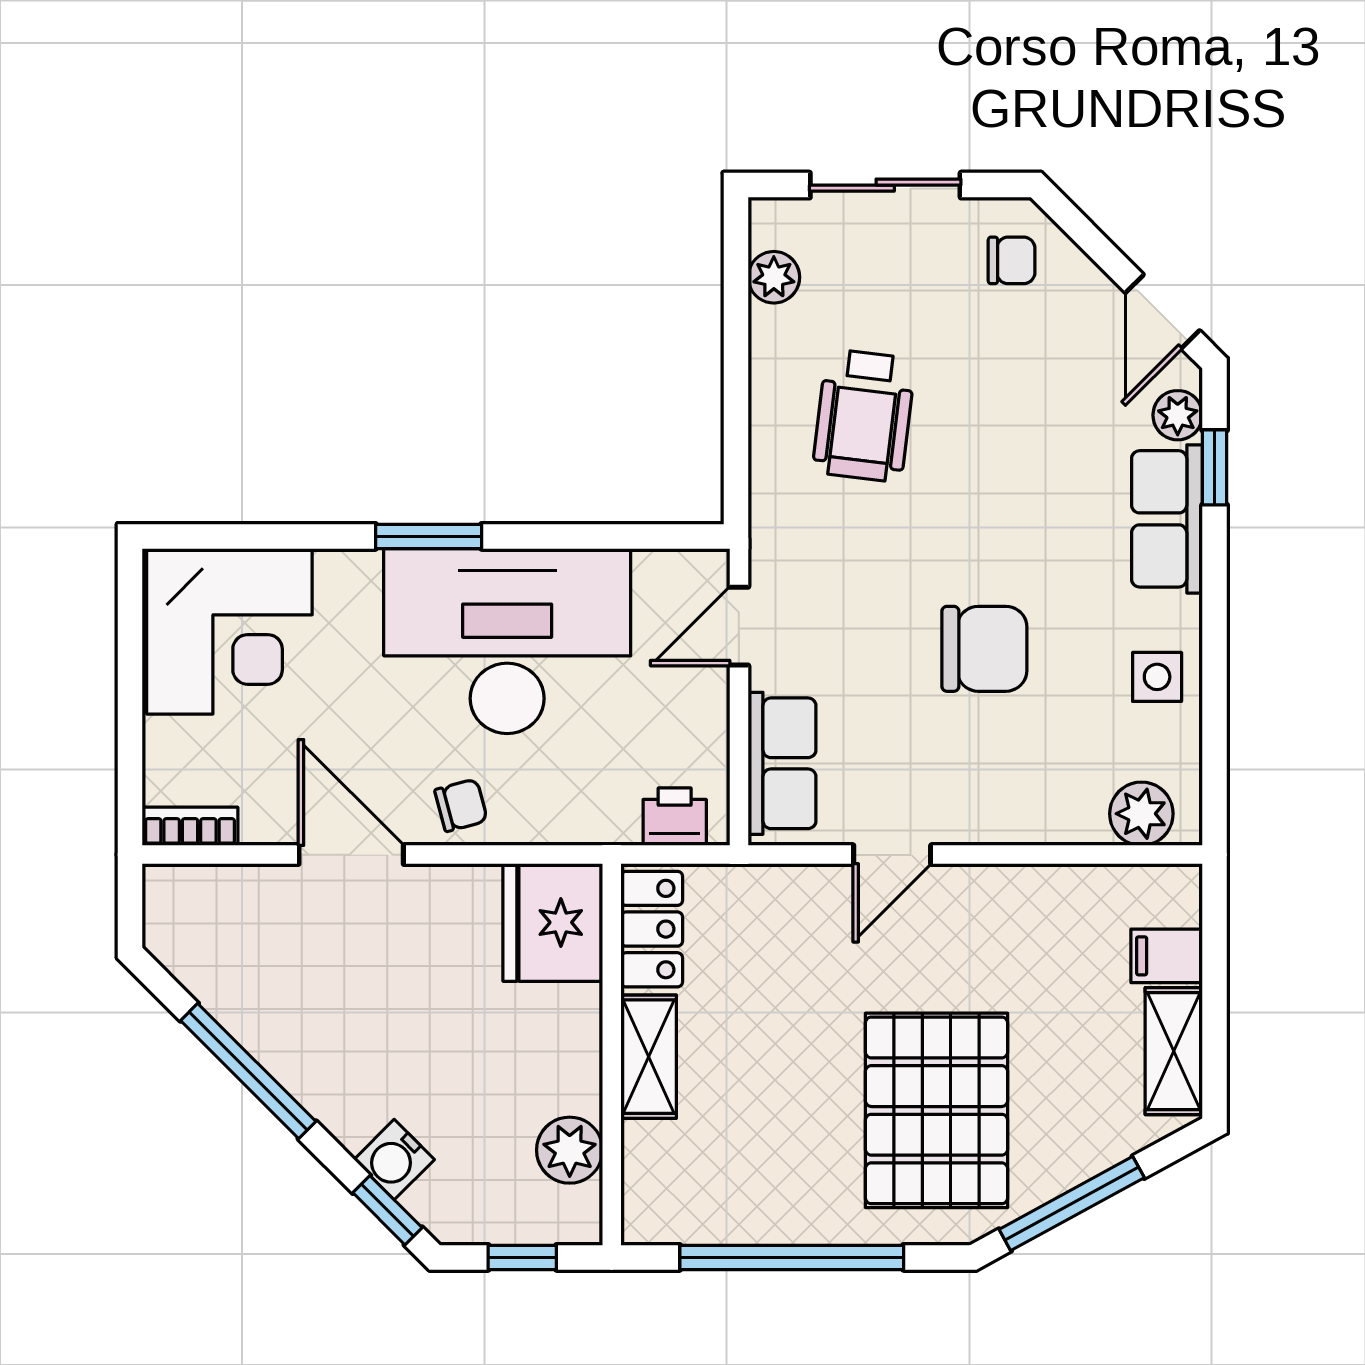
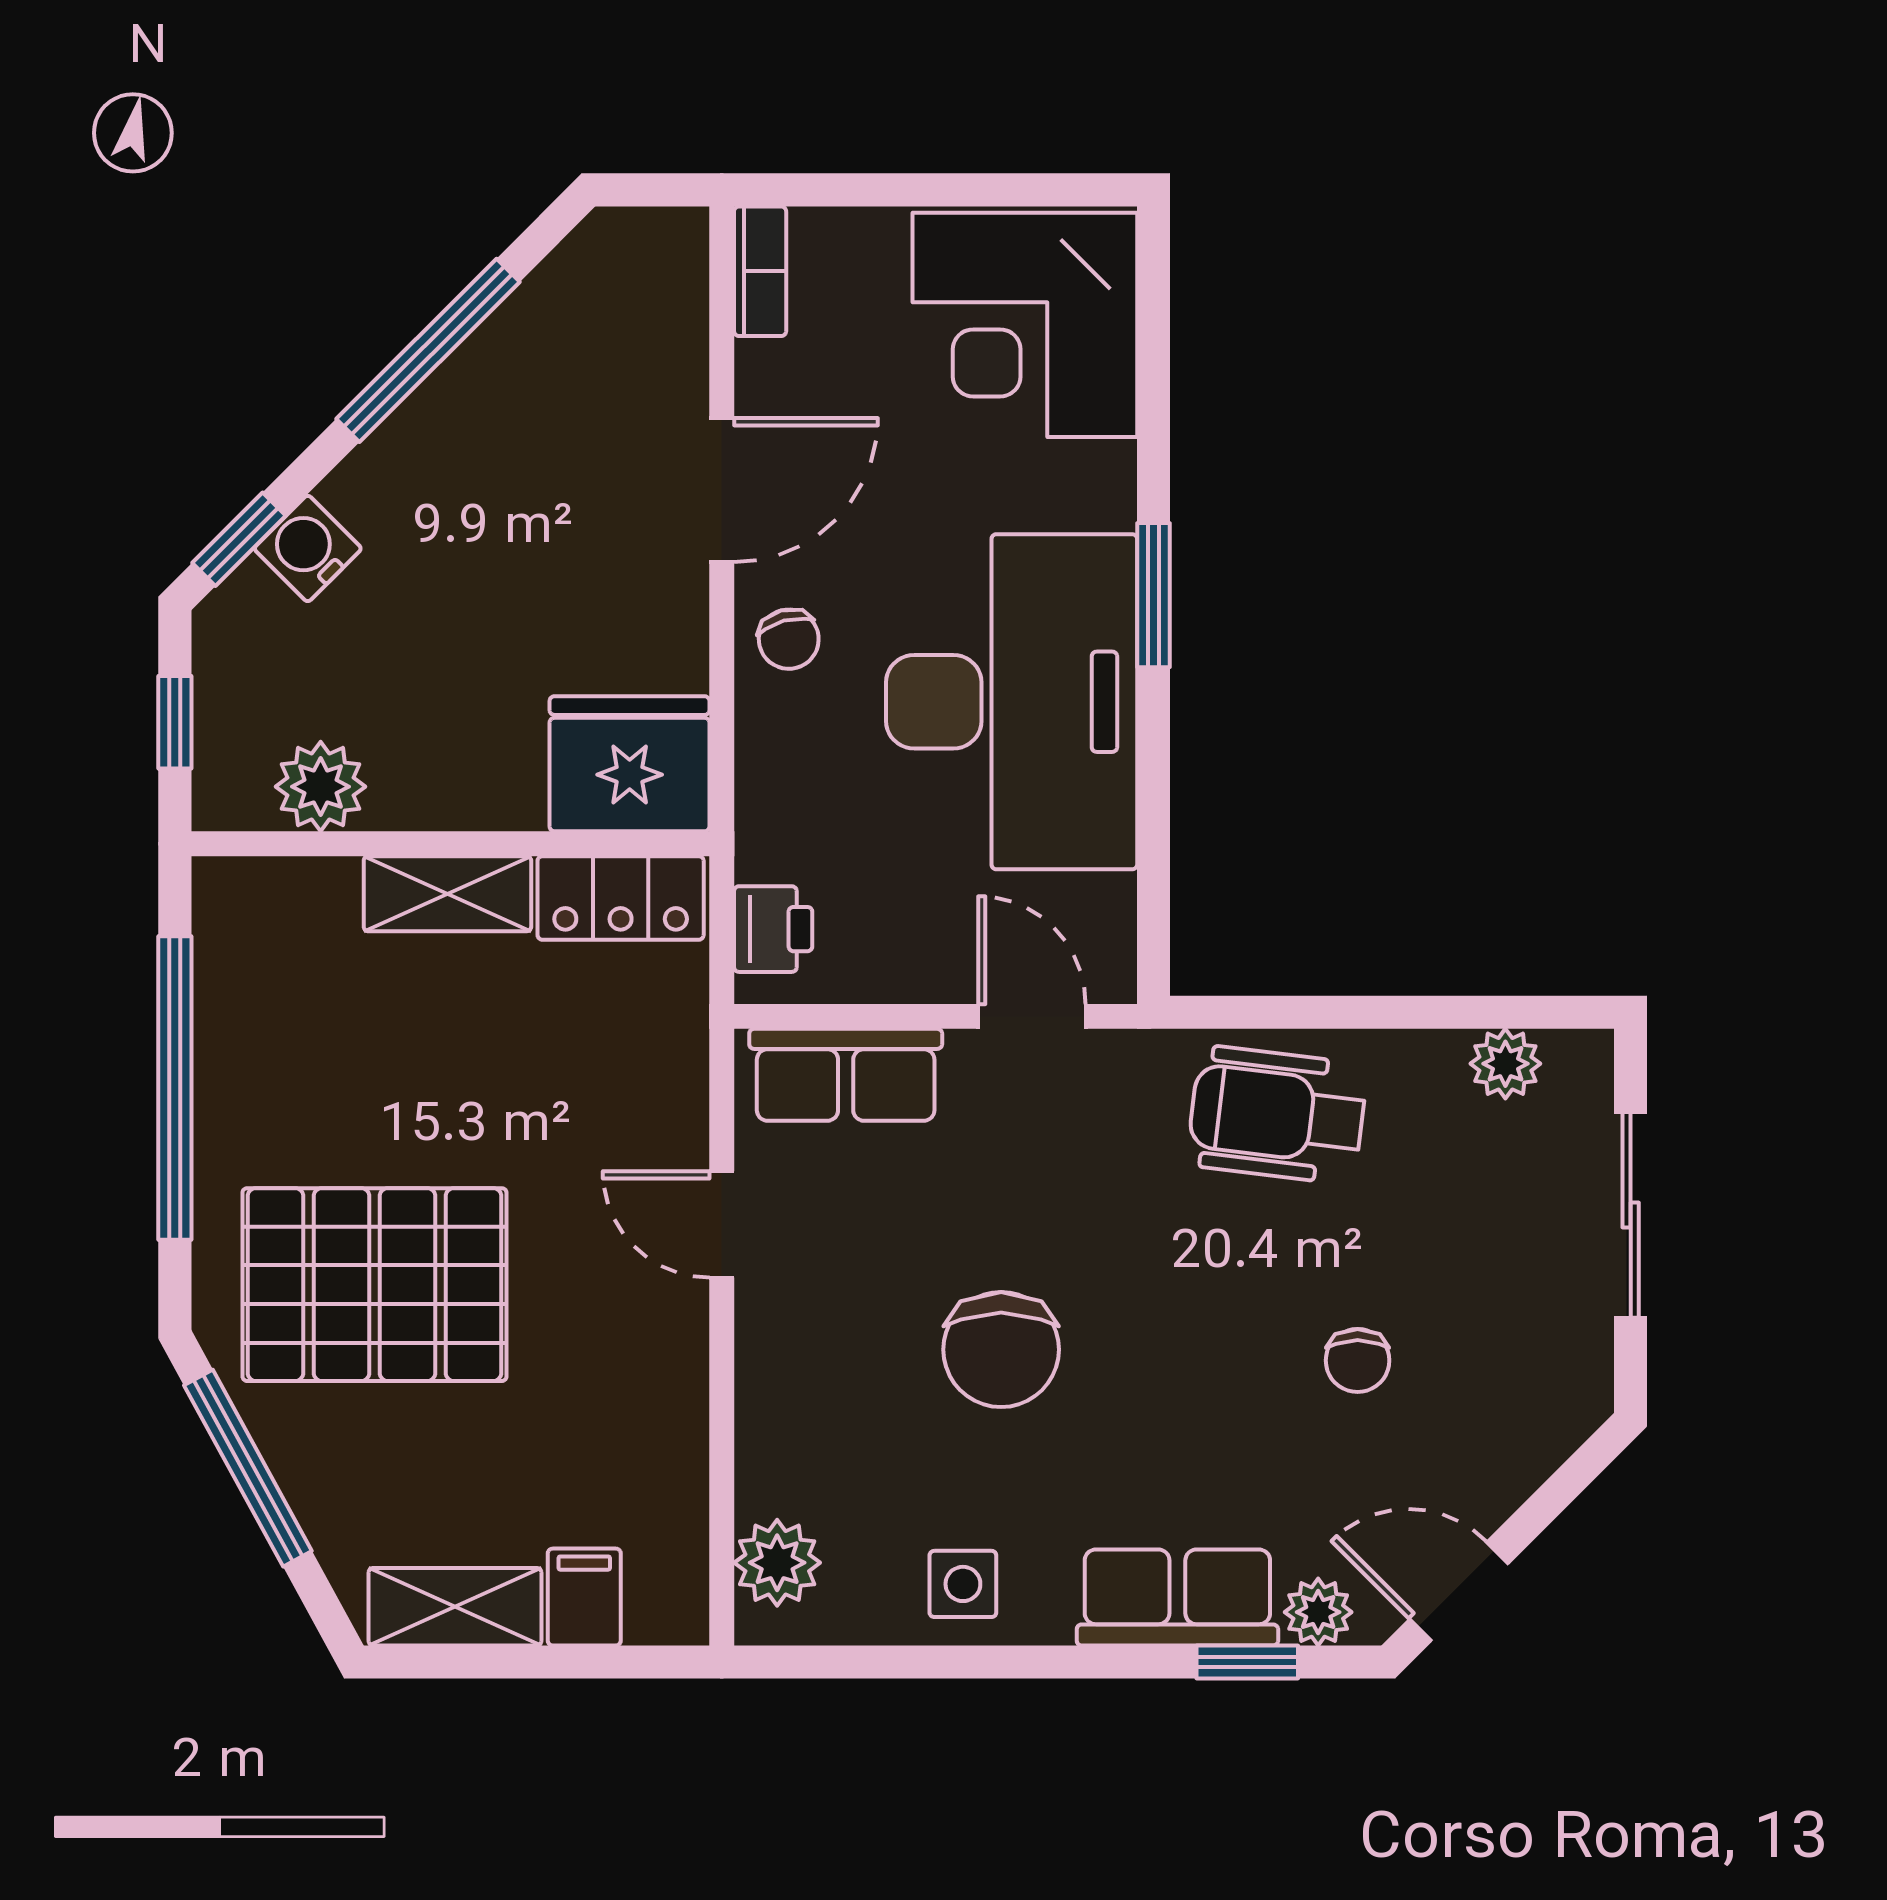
chair: (1012, 260) -> (1358, 1360), moved
wheelchair: (864, 416) -> (1277, 1115), moved

